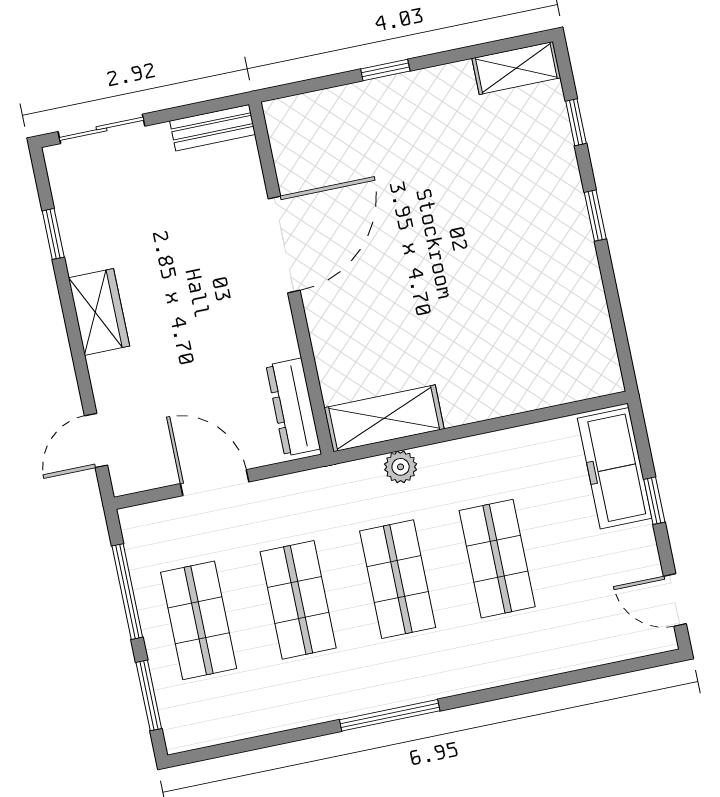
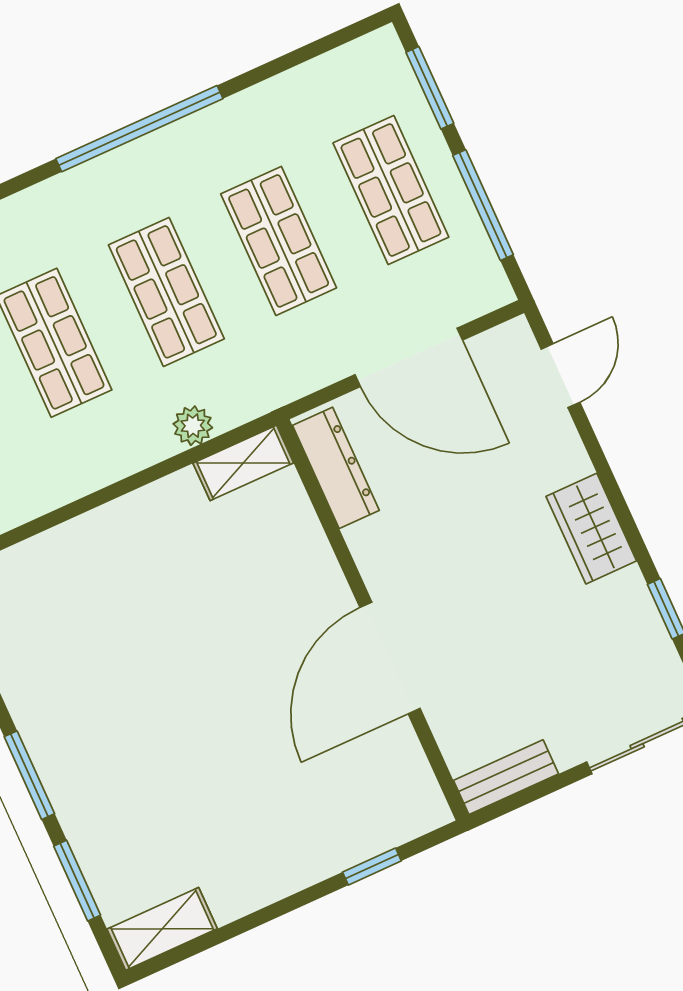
window: (385, 70) -> (372, 866), moved
window: (576, 122) -> (77, 881), width x1.50
window: (595, 216) -> (29, 775), width x1.50
shelving: (384, 418) -> (243, 463), width x0.67, depth x0.75
door: (215, 483) -> (409, 357), width x1.36
window: (390, 715) -> (139, 129), width x1.46

